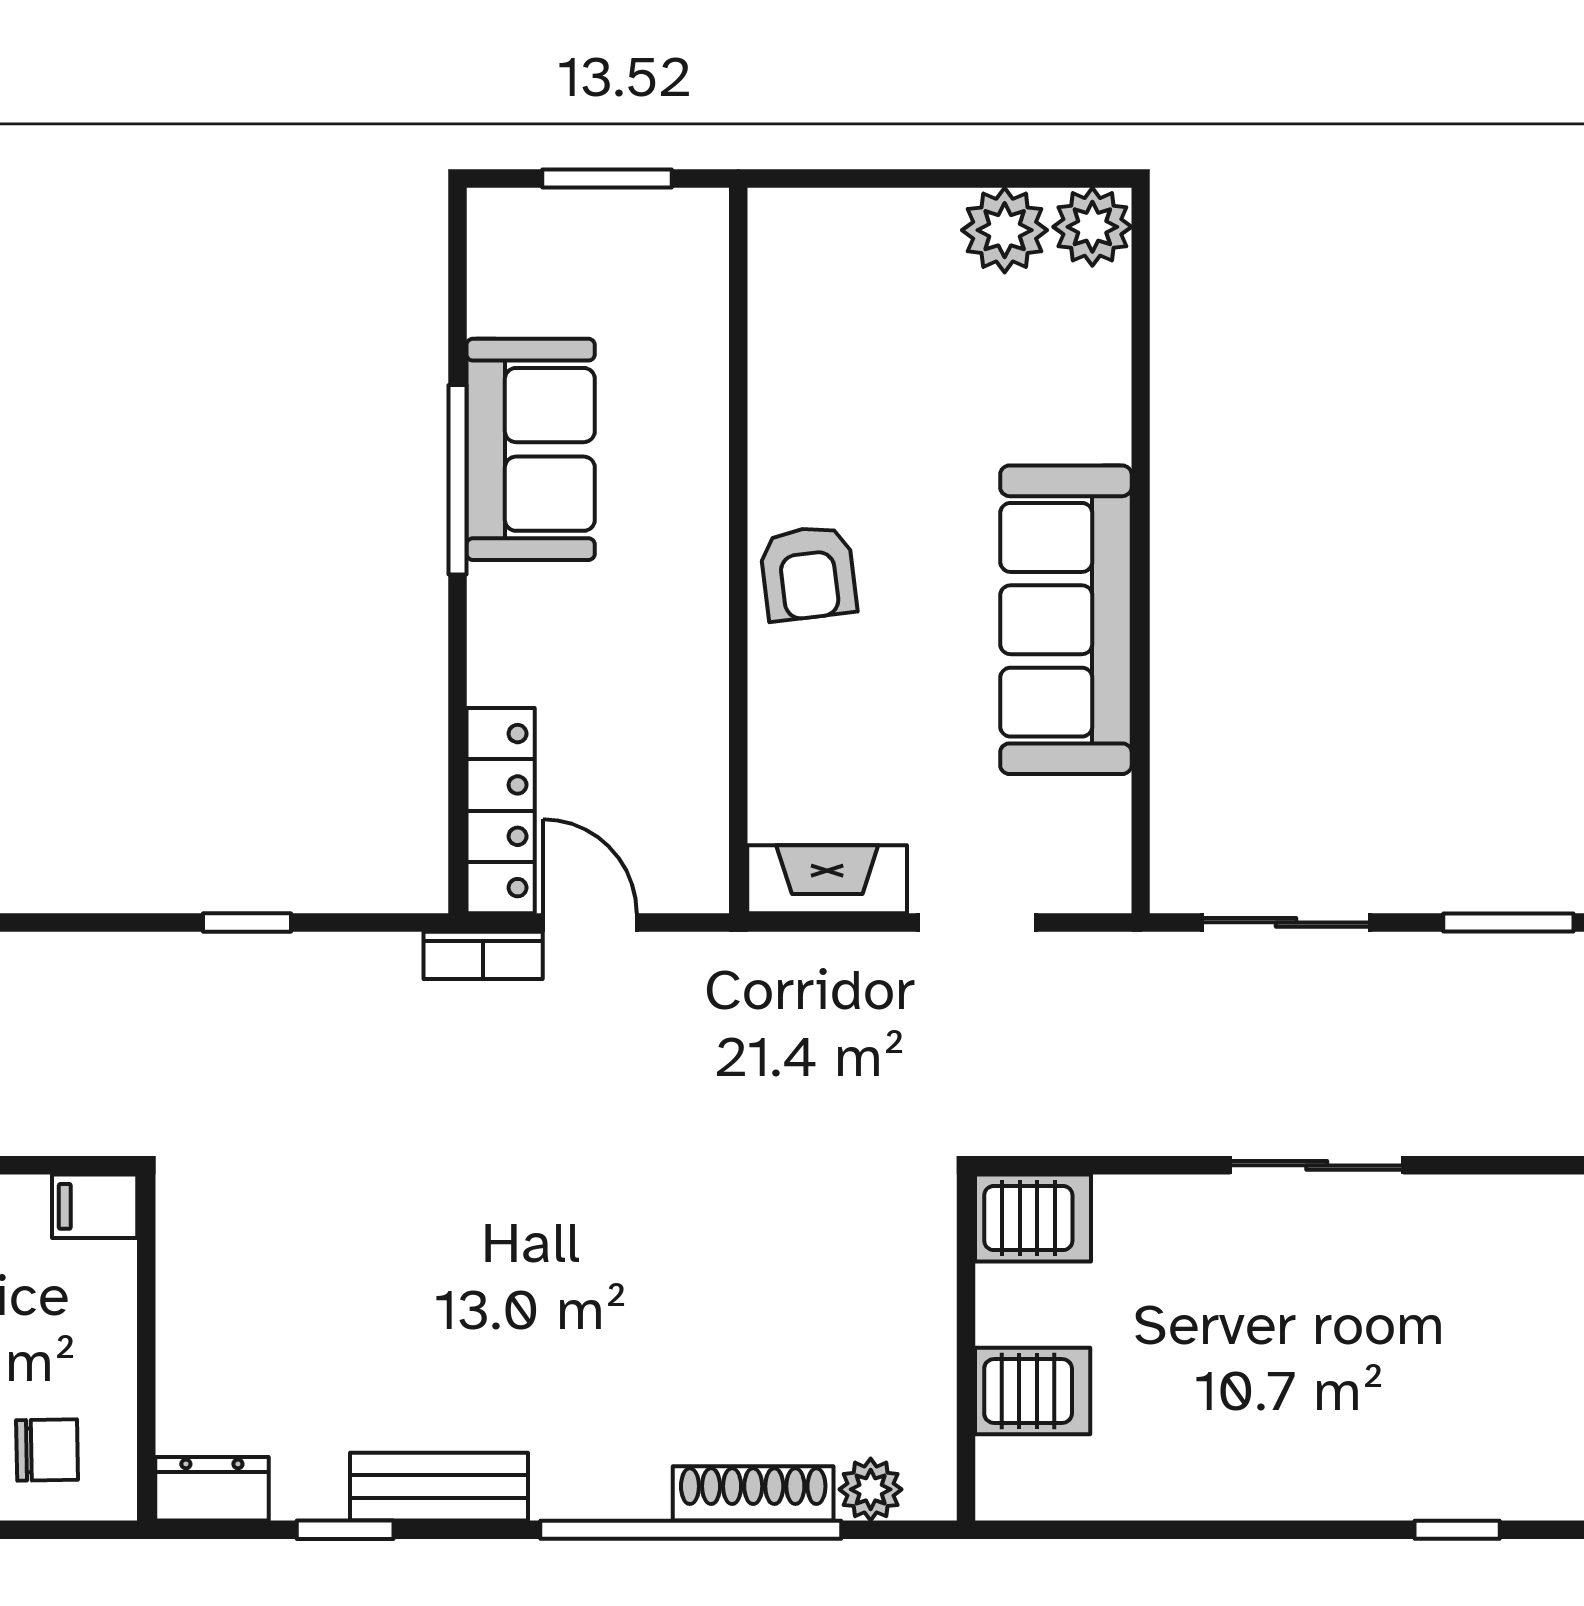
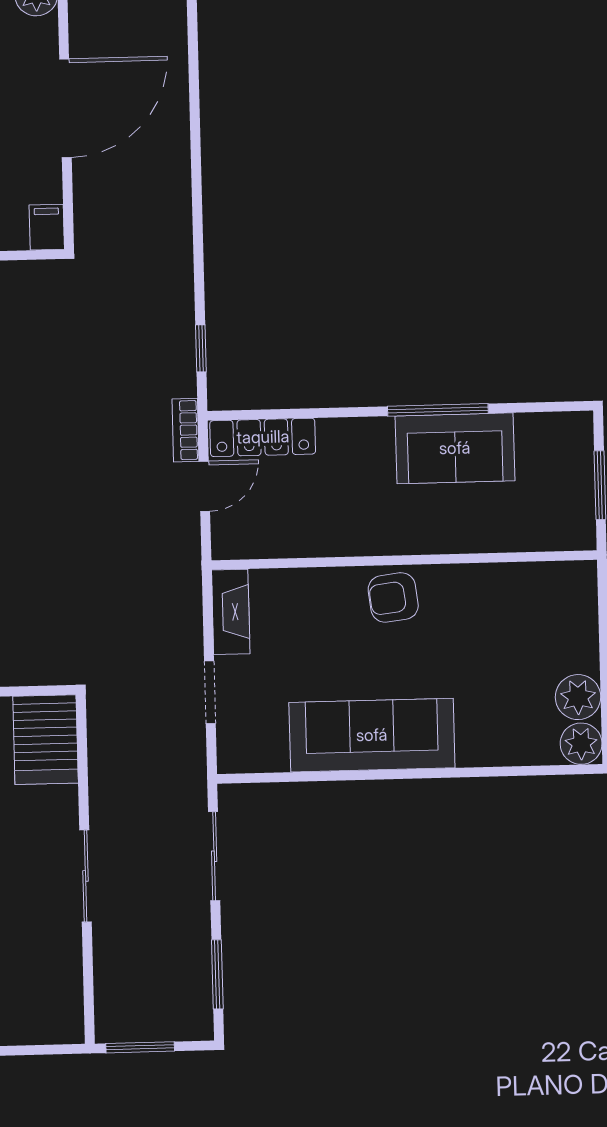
window: (247, 922) -> (201, 348), moved
server rack: (1033, 1218) -> (46, 740), width x1.36, depth x1.44

